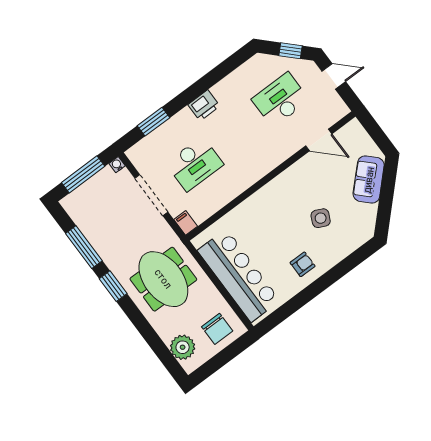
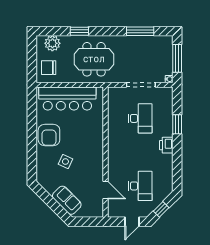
window: (153, 122) -> (177, 124), moved
door: (319, 140) -> (106, 190), swing flipped
desk: (195, 164) -> (140, 118), turned 180
filing cabinet: (186, 223) -> (114, 92), removed
armchair: (303, 264) -> (49, 135), width x1.88, depth x1.88
window: (113, 286) -> (79, 31), moved

